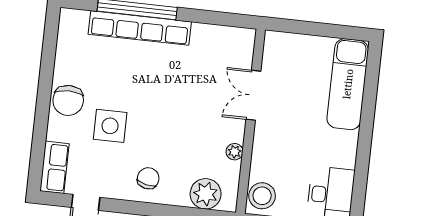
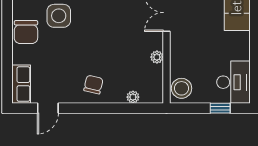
side table: (110, 126) -> (59, 16), moved
plant: (206, 194) -> (133, 97), width x0.53, depth x0.53

